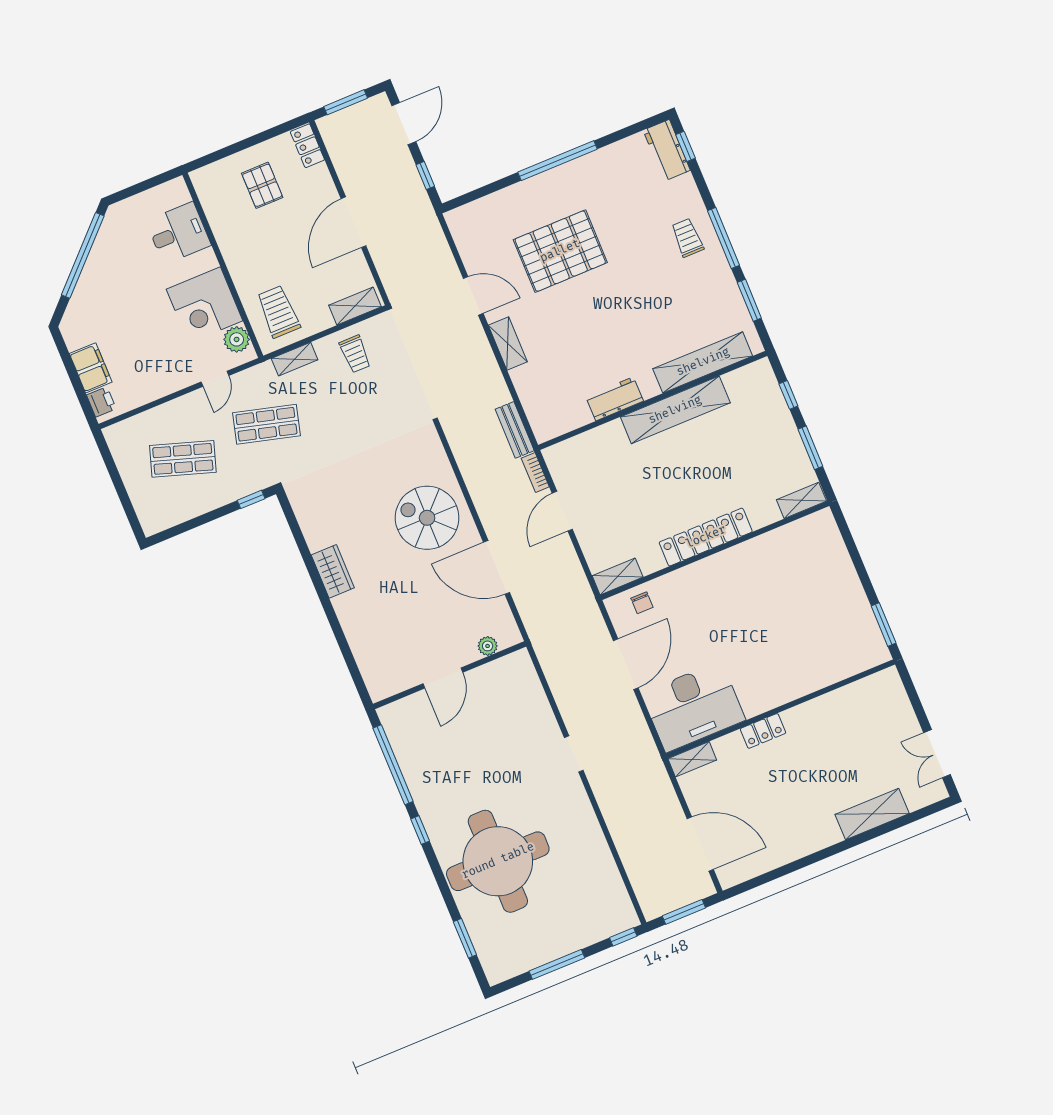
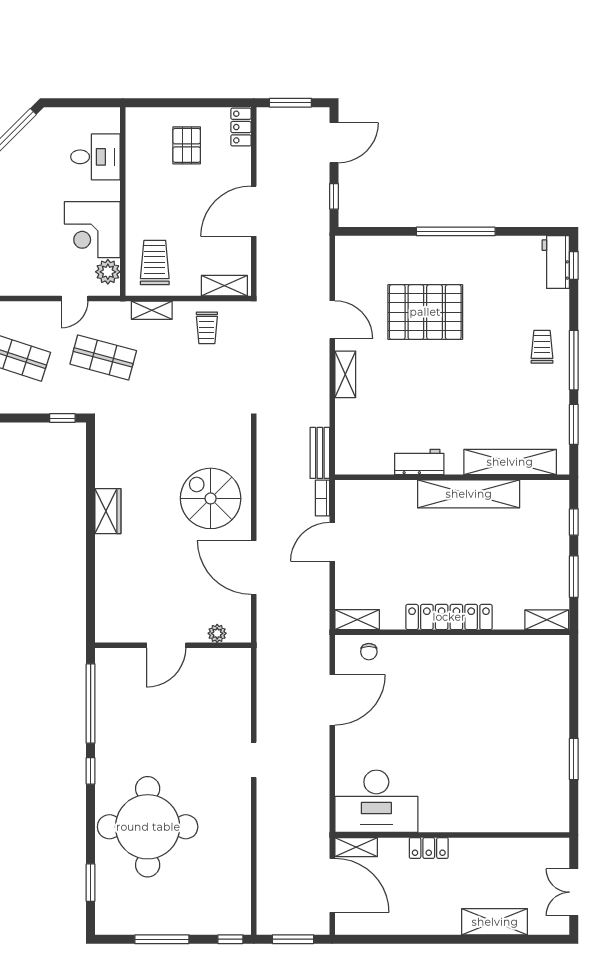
desk: (693, 707) -> (376, 801), moved
wall: (780, 709) -> (452, 835), moved
locker: (763, 731) -> (429, 848), moved
shelving: (692, 759) -> (356, 847), moved

